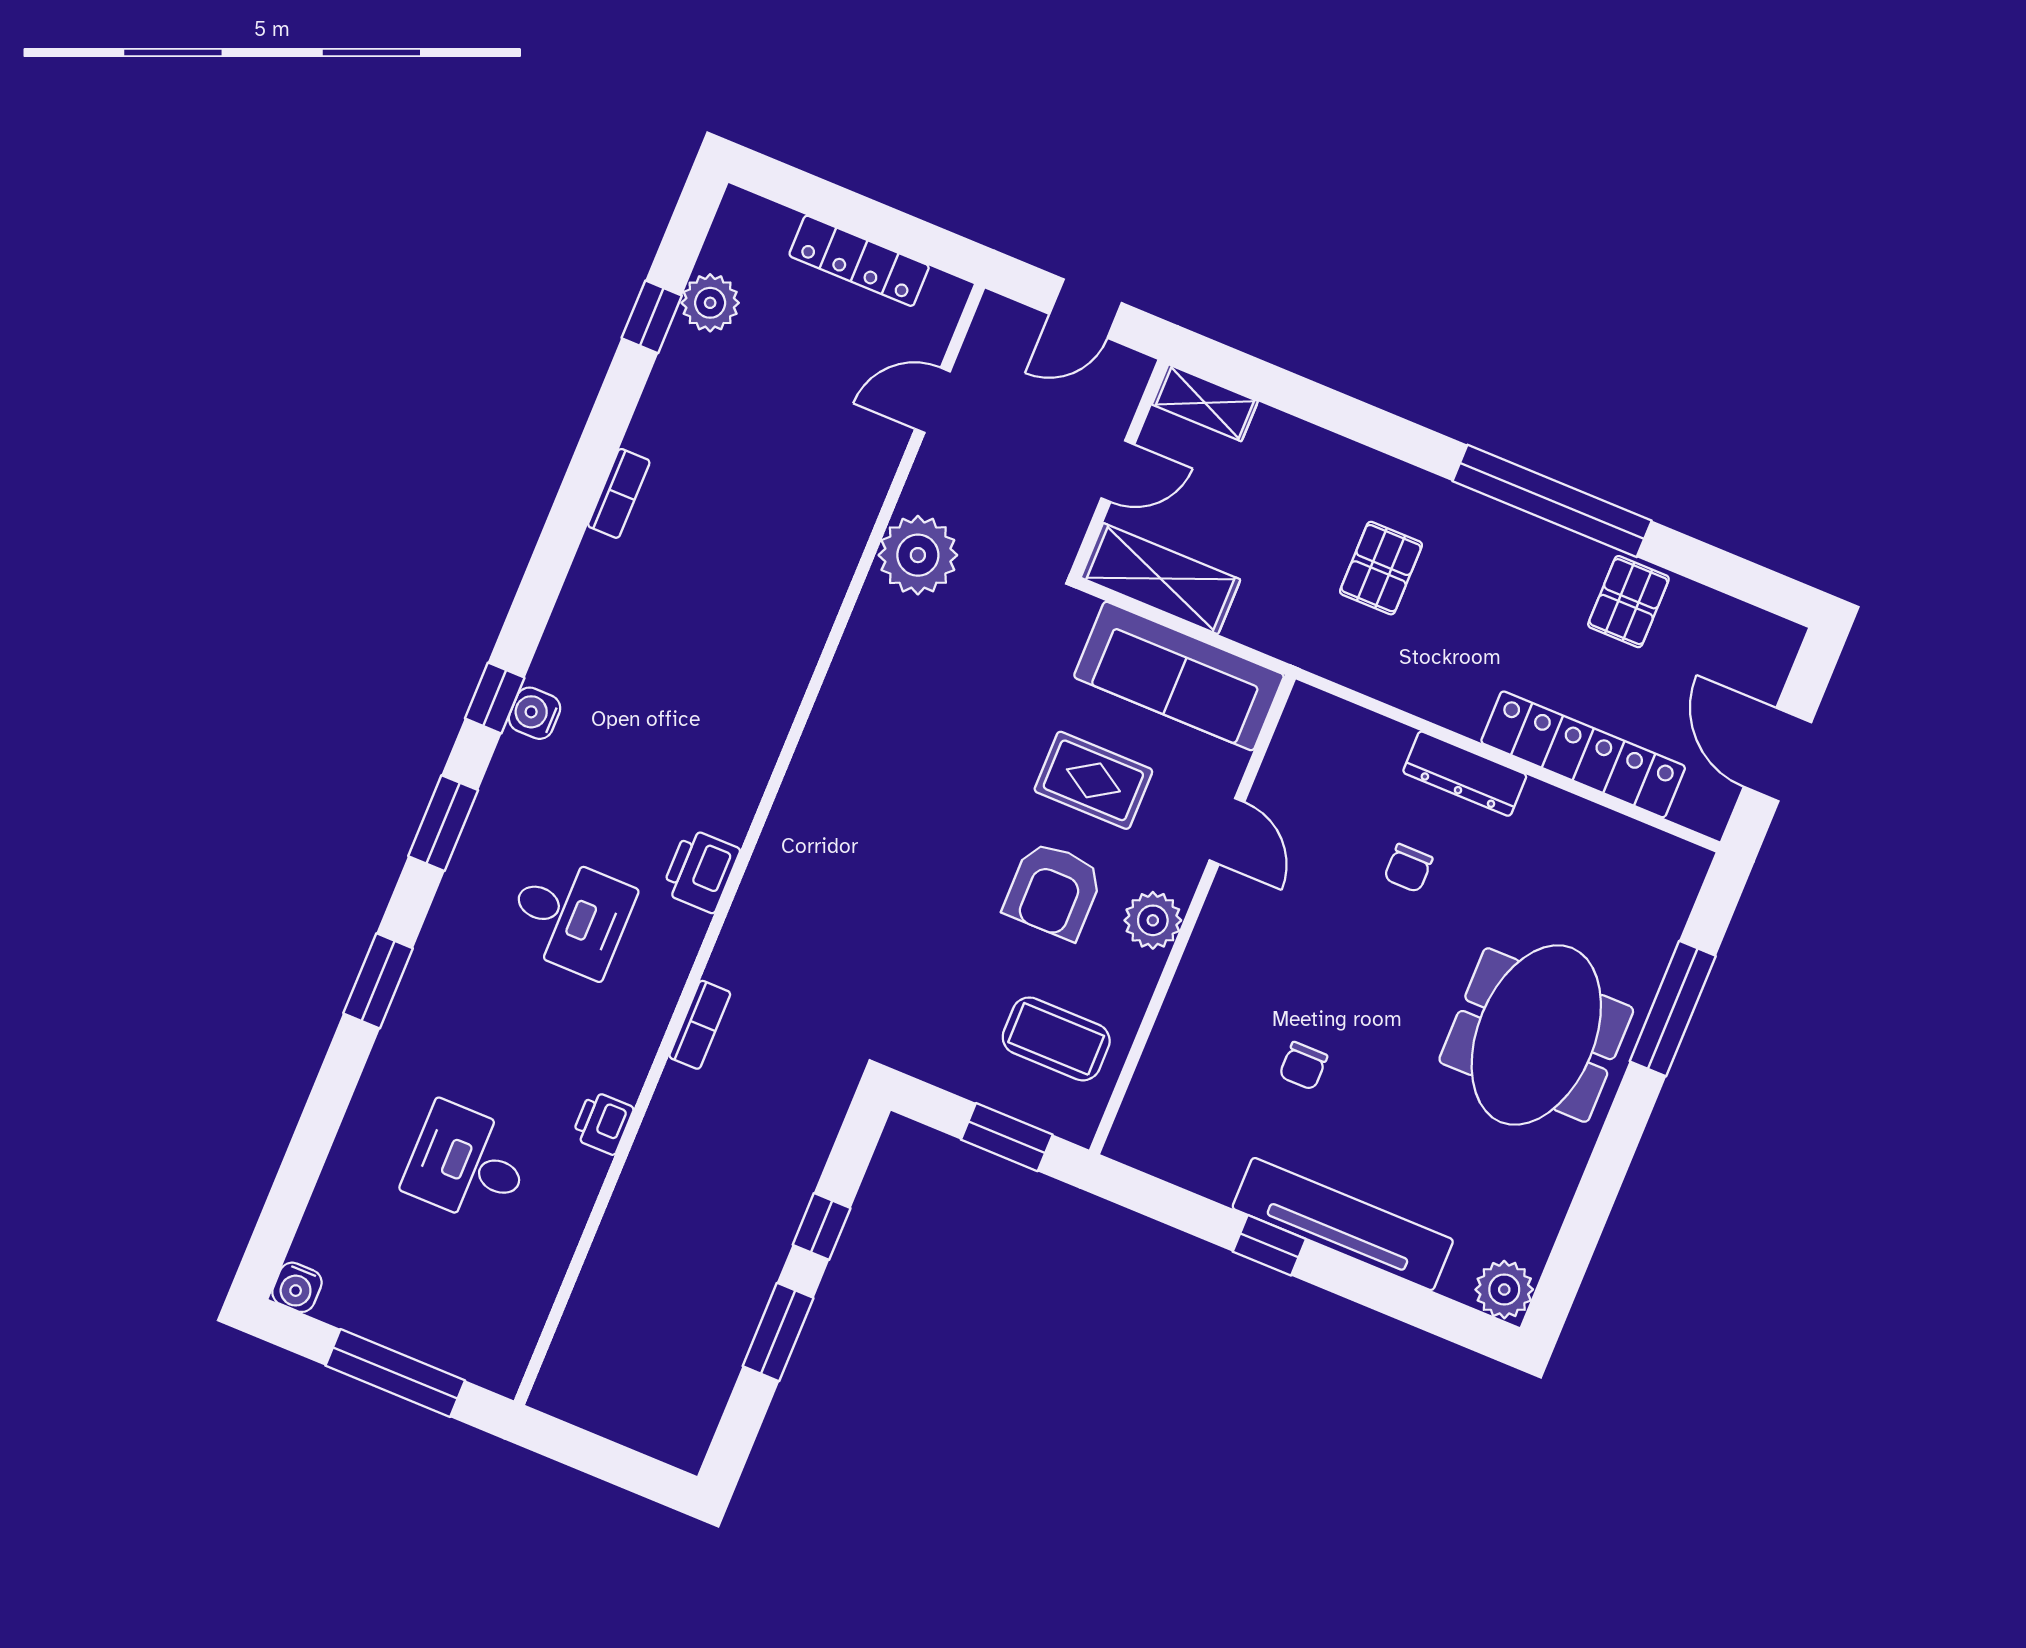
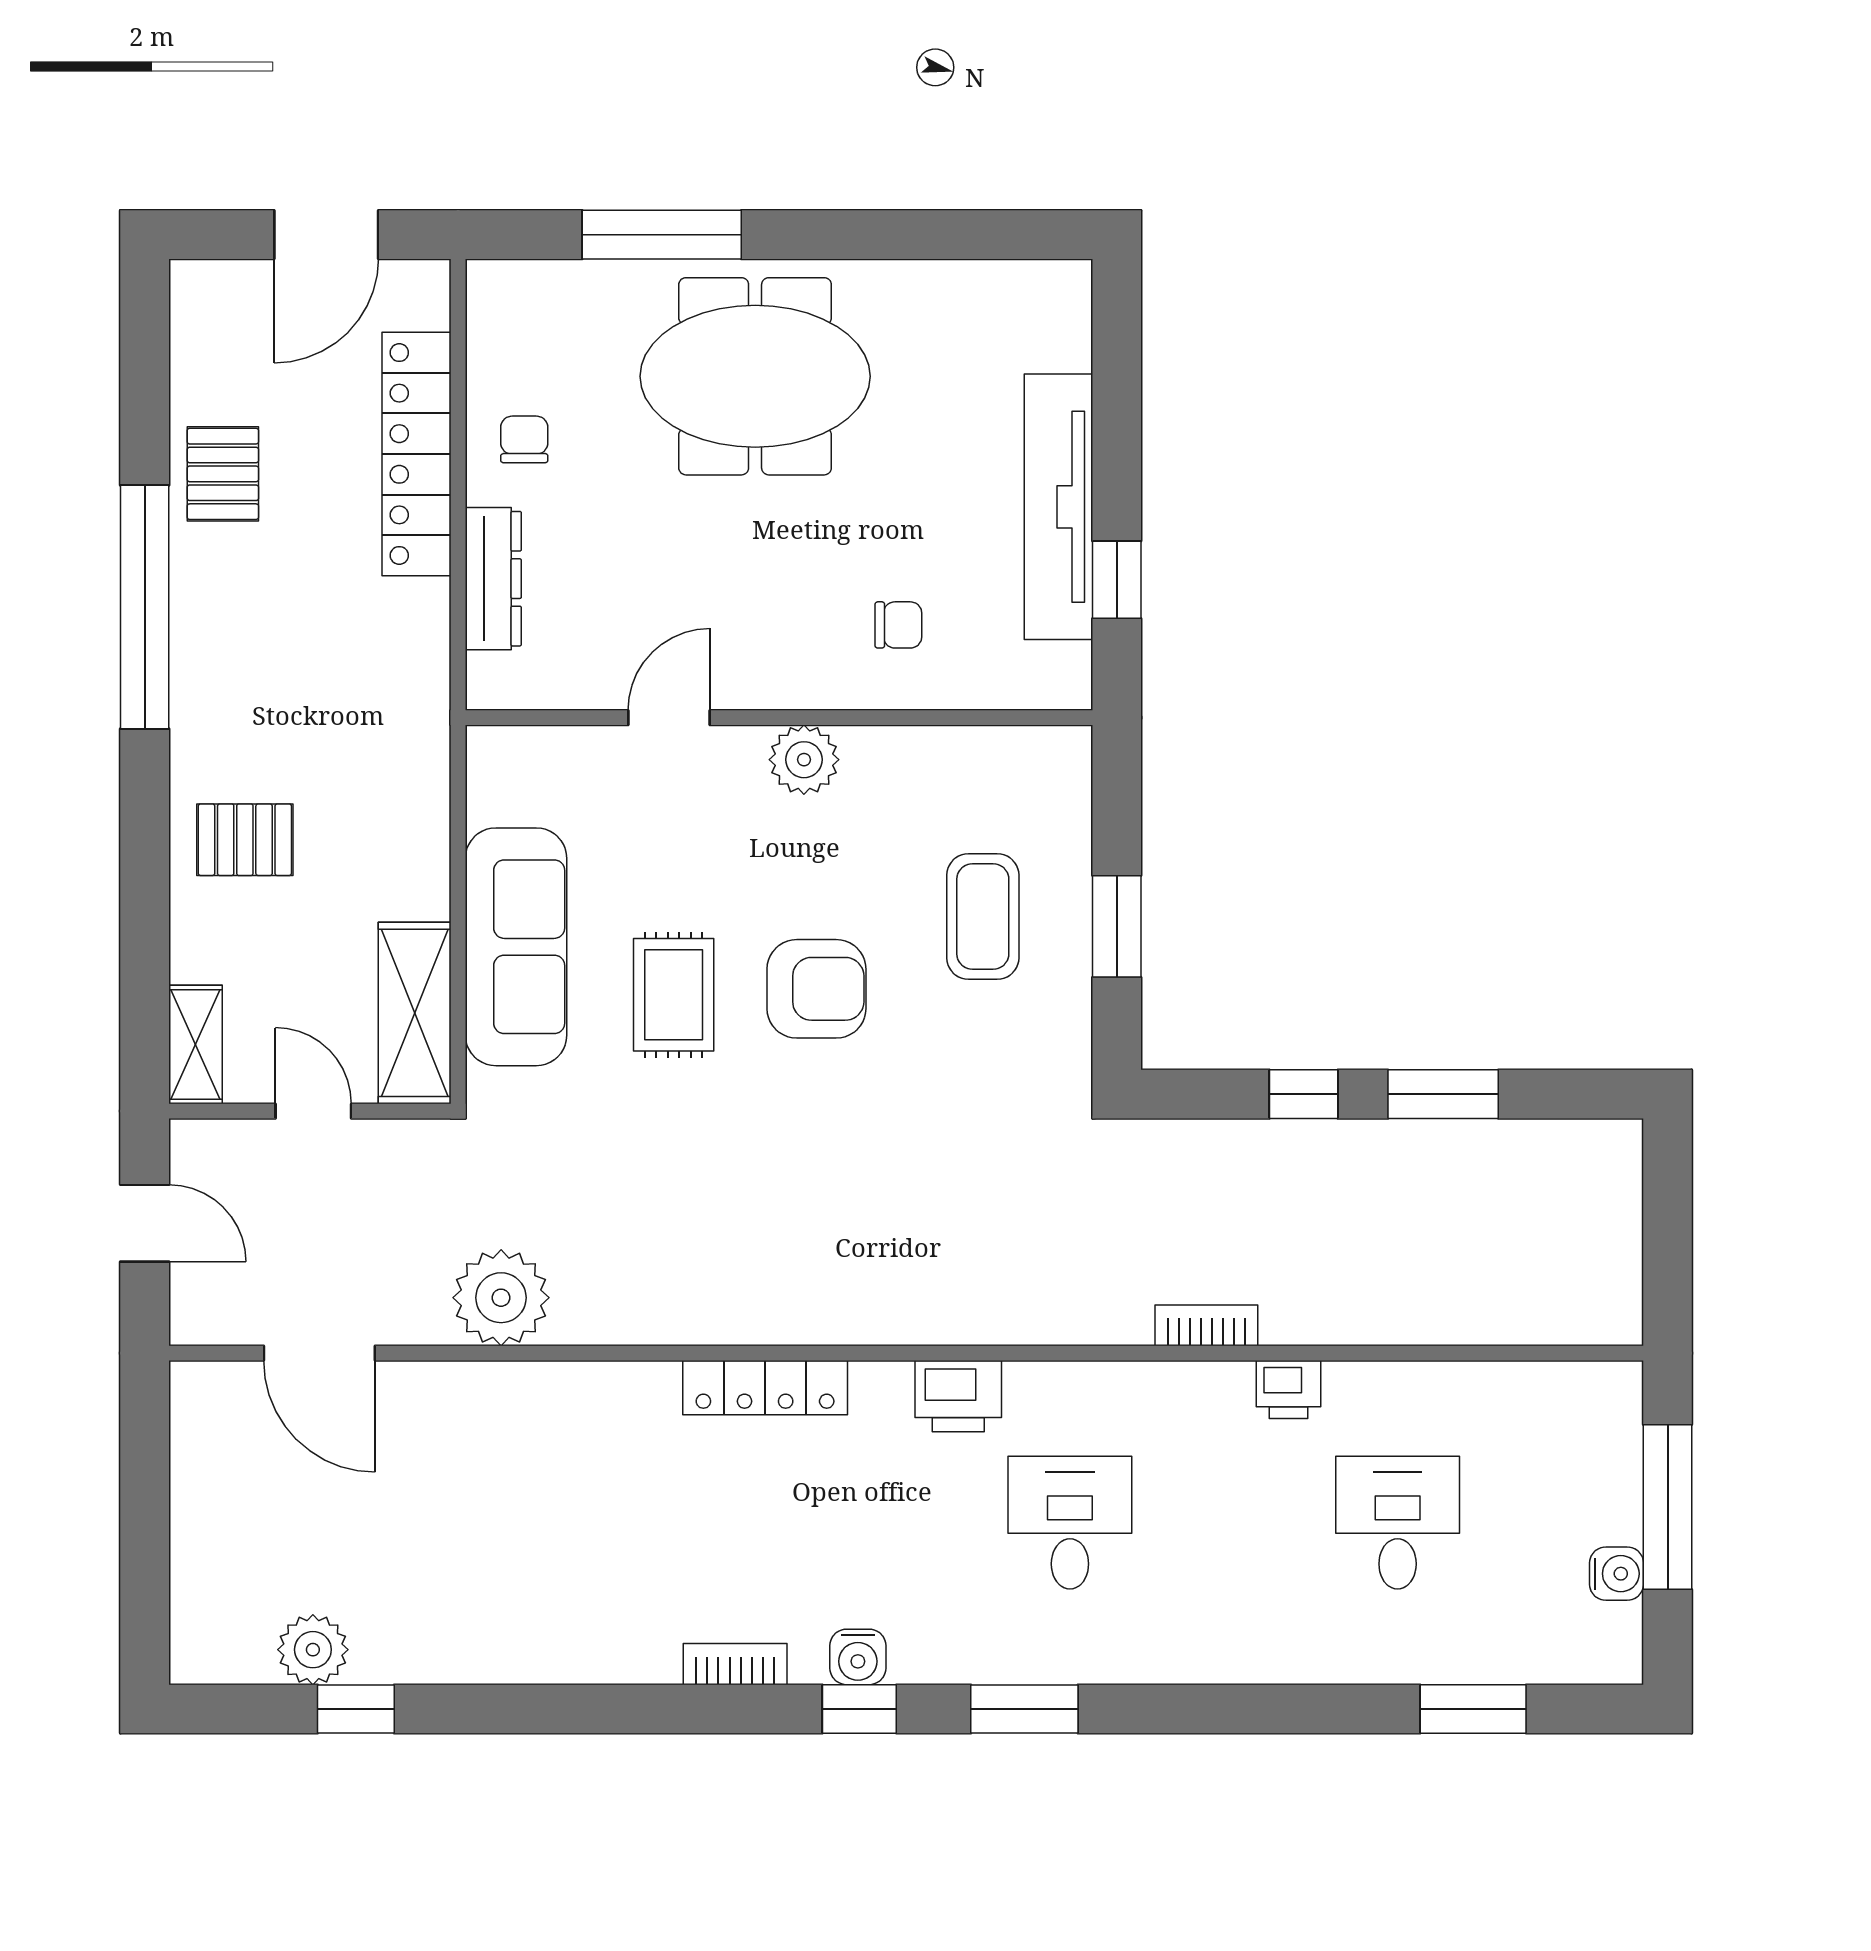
locker: (859, 261) -> (765, 1388), moved, turned 90
door: (933, 400) -> (319, 1353), width x1.38
bookcase: (619, 493) -> (735, 1664), moved
pallet: (1381, 568) -> (245, 840), moved
pallet: (1628, 602) -> (223, 474), turned 90
door: (1227, 831) -> (669, 718), moved
chair: (1408, 868) -> (524, 439), moved, turned -90
wall: (1192, 915) -> (779, 718), moved
plant: (1153, 920) -> (804, 760), moved
window: (378, 981) -> (1473, 1709), moved
bookcase: (700, 1025) -> (1206, 1325), moved
desk: (468, 1164) -> (1398, 1523), turned 180
water cooler: (297, 1287) -> (1617, 1574), moved
plant: (1504, 1290) -> (1057, 294), removed

